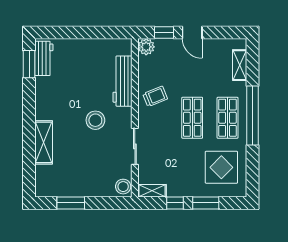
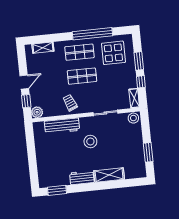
workbench: (44, 58) -> (82, 178), moved
window: (252, 115) -> (92, 34), moved

